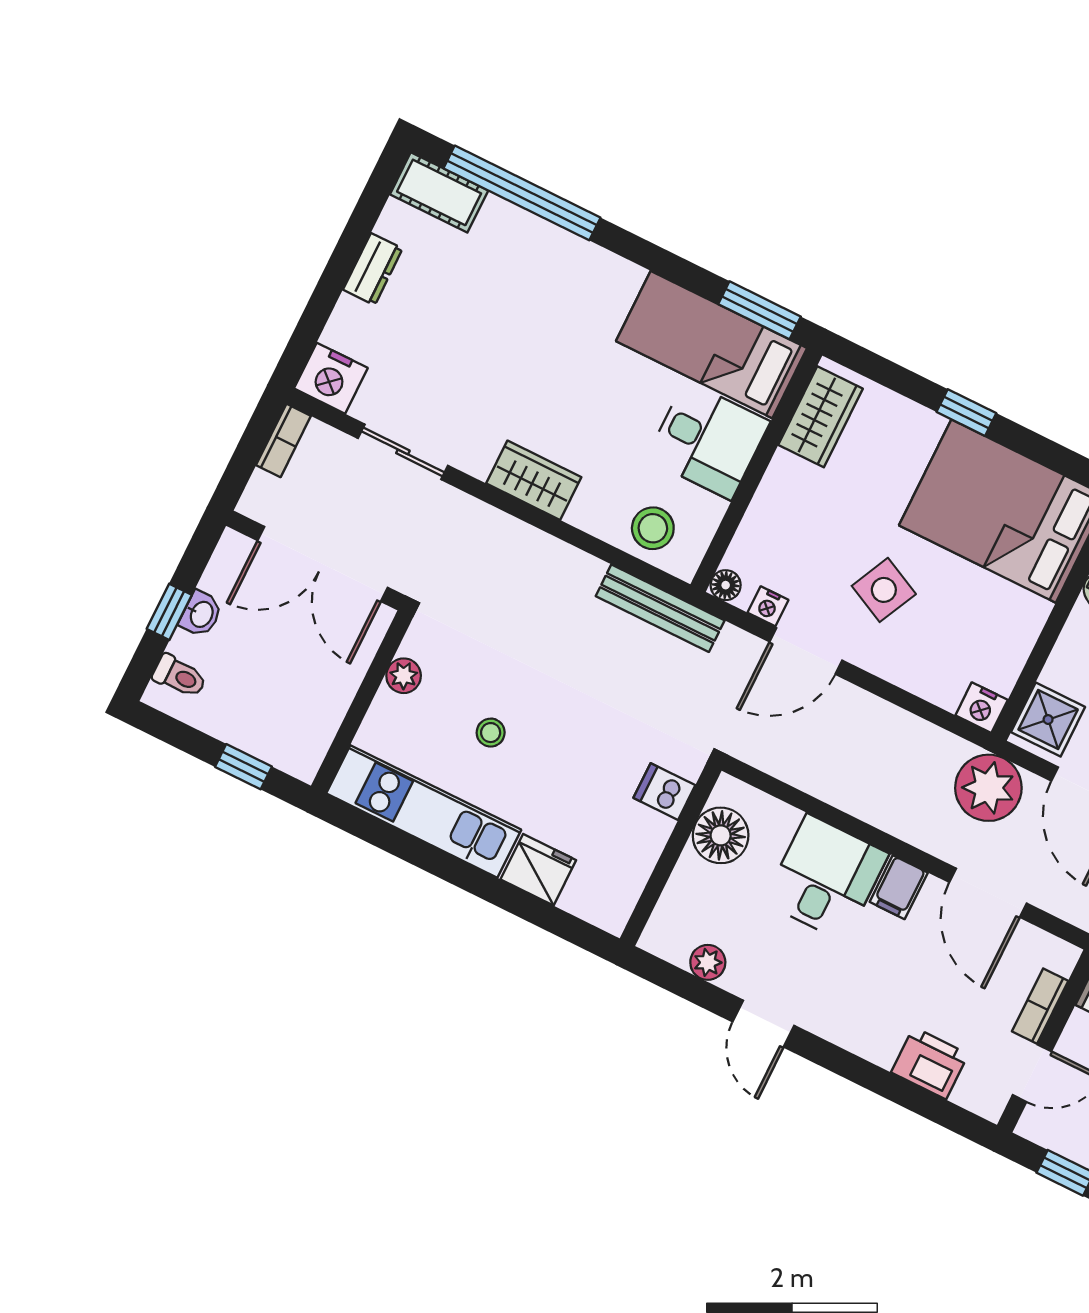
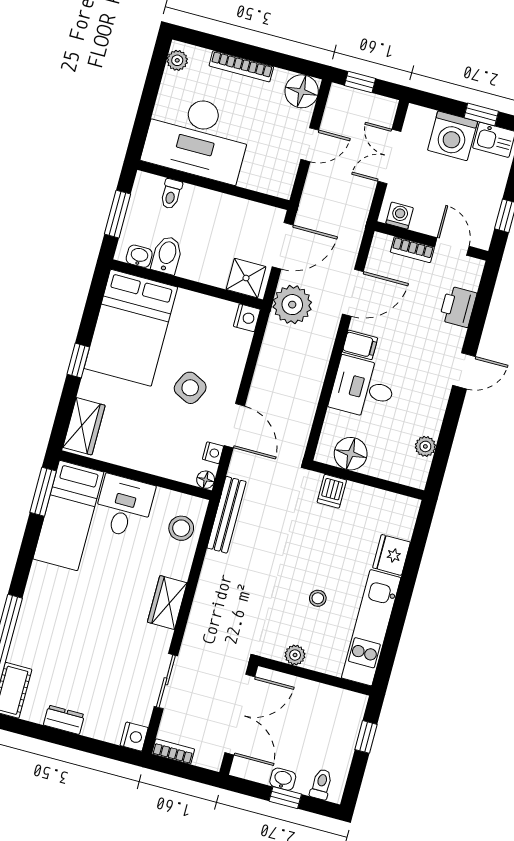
nightstand: (331, 378) -> (134, 737), width x0.74, depth x0.75
wardrobe: (821, 417) -> (84, 426), moved, turned 90
door: (763, 1024) -> (464, 371), moved

